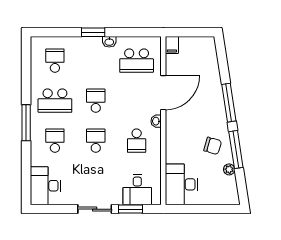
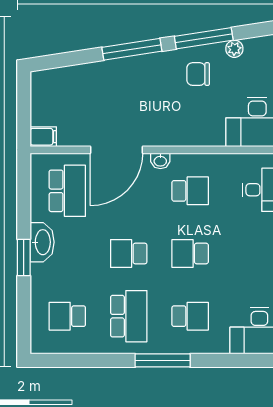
washbasin: (109, 42) -> (42, 242), width x1.91, depth x1.45
door: (163, 93) -> (116, 150), swing flipped
school desk: (55, 141) -> (190, 316), turned 180
chair: (213, 146) -> (198, 74), turned -106

